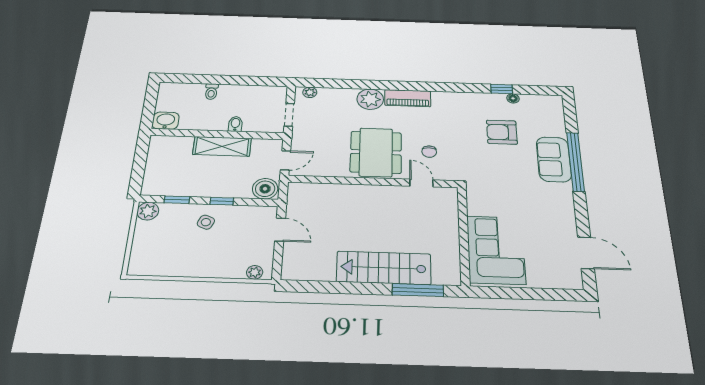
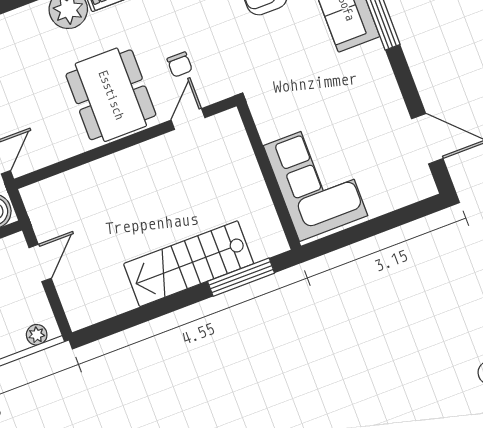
door: (421, 183) -> (188, 119), hinge flipped
door: (280, 230) -> (40, 263), hinge flipped

